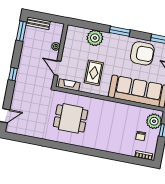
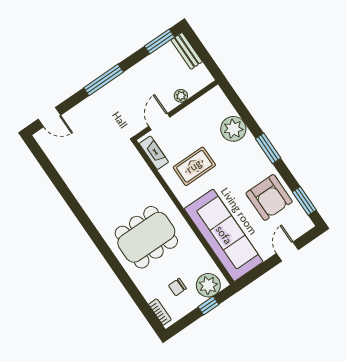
window: (13, 74) -> (104, 80), width x2.17
dining table: (71, 118) -> (146, 237), moved, width x1.38

